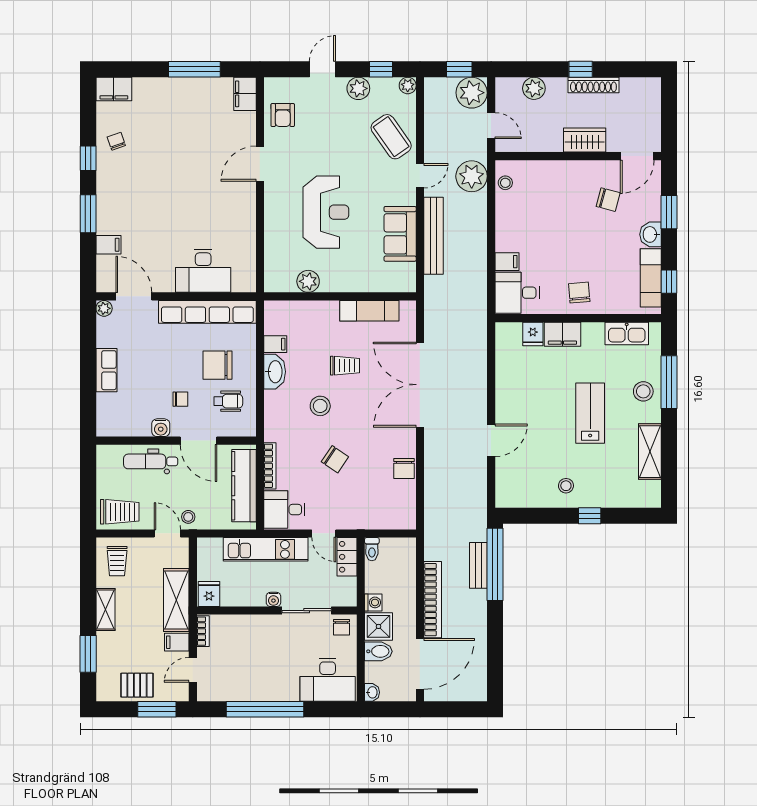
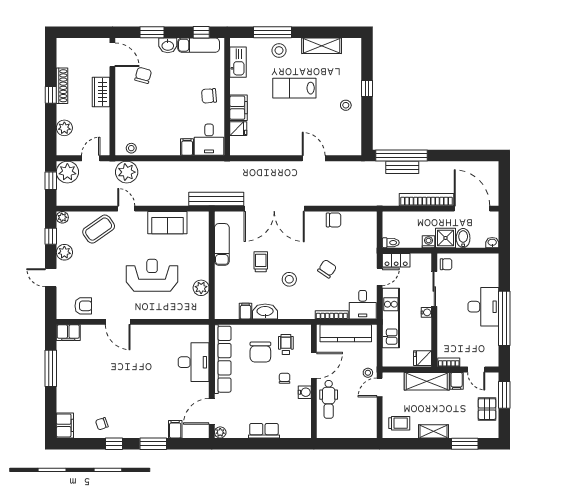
bench: (434, 236) -> (216, 199), moved
trolley: (120, 512) -> (364, 421), removed
desk: (328, 680) -> (483, 307), moved

